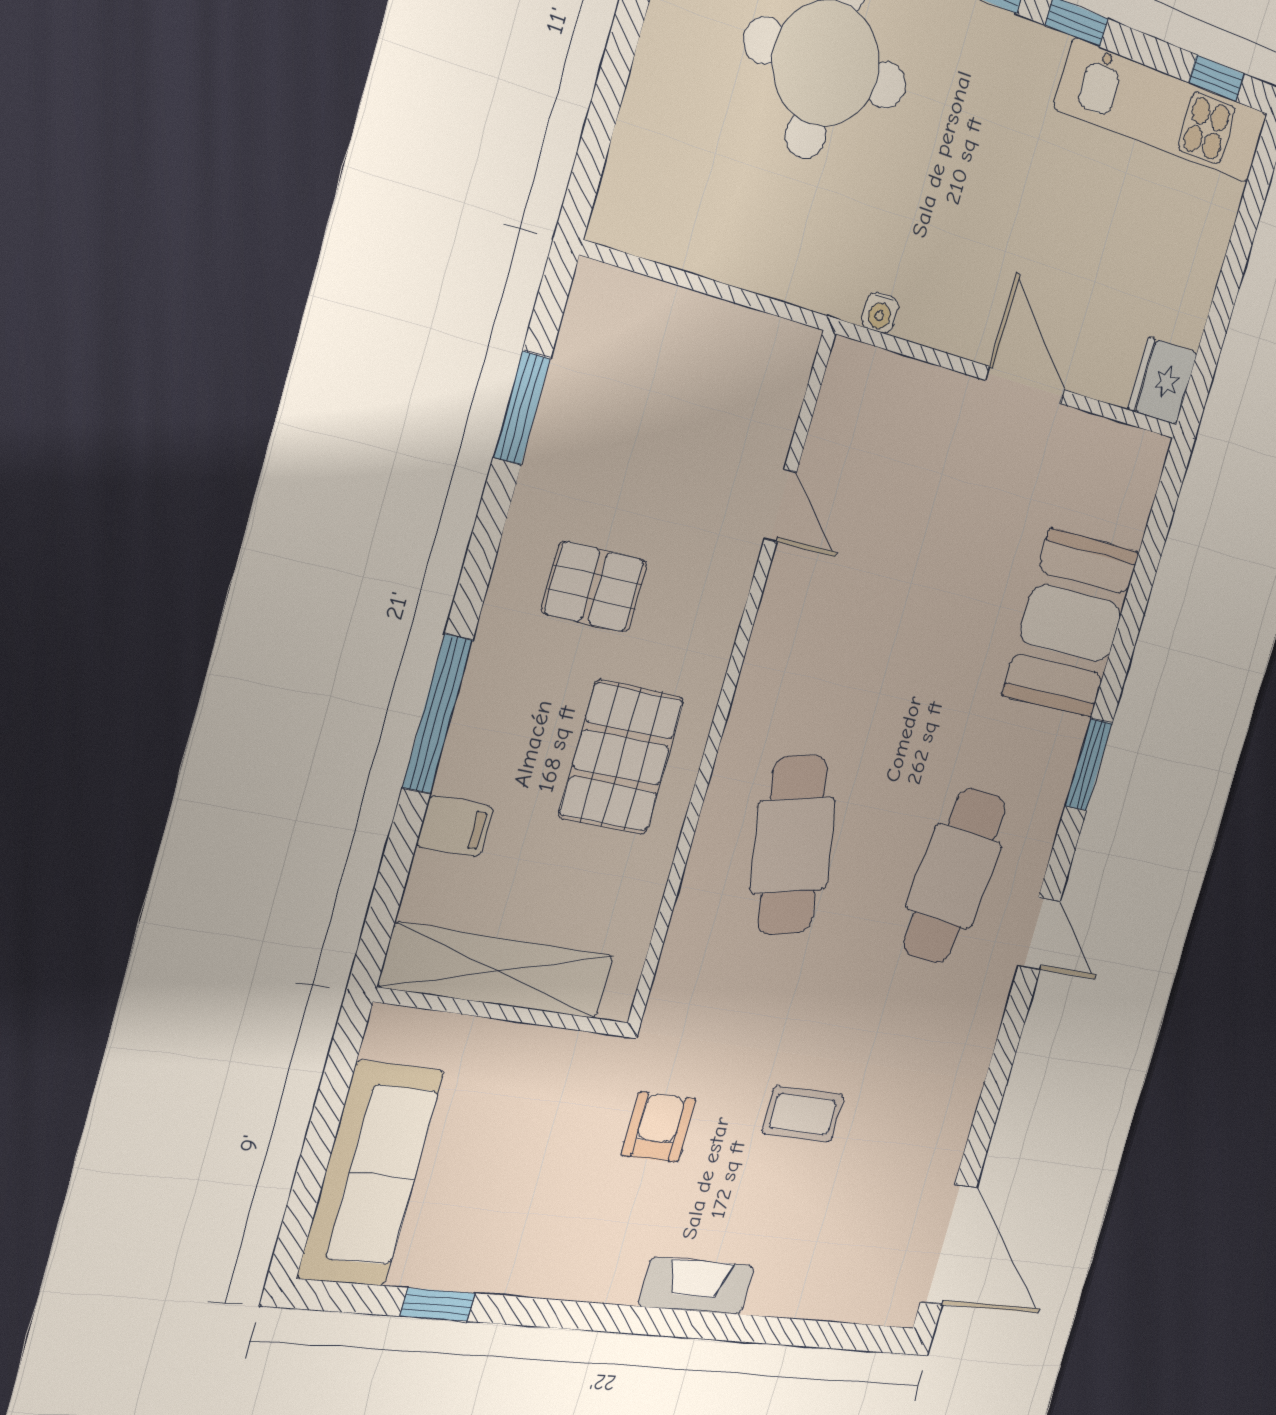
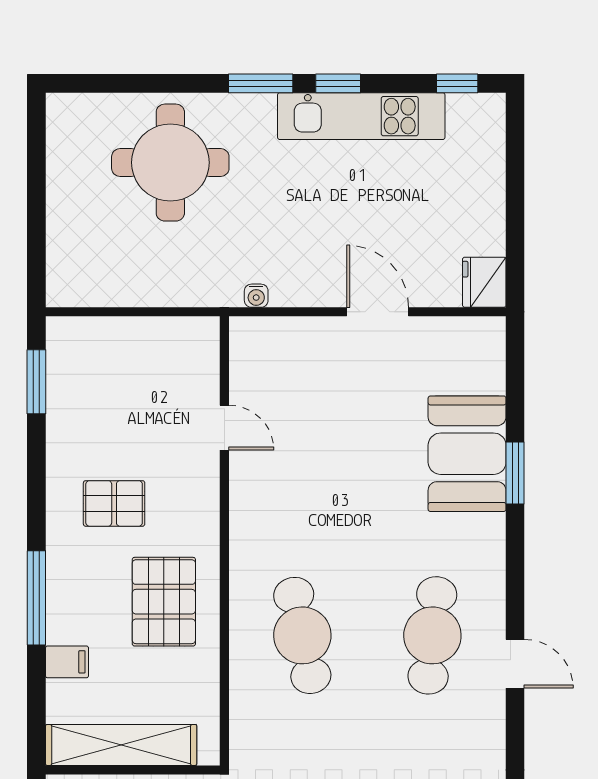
kitchen unit: (1162, 111) -> (361, 116), moved
window: (522, 408) -> (36, 382), moved
window: (1088, 765) -> (515, 473), moved

